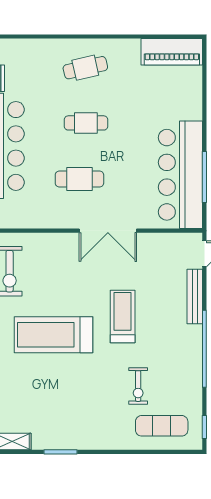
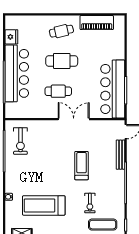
piano: (172, 52) -> (97, 23), moved
cafe table: (86, 123) -> (62, 61), width x1.37, depth x1.35
double door: (108, 231) -> (74, 119), swing flipped
treadmill: (54, 335) -> (44, 205), moved

